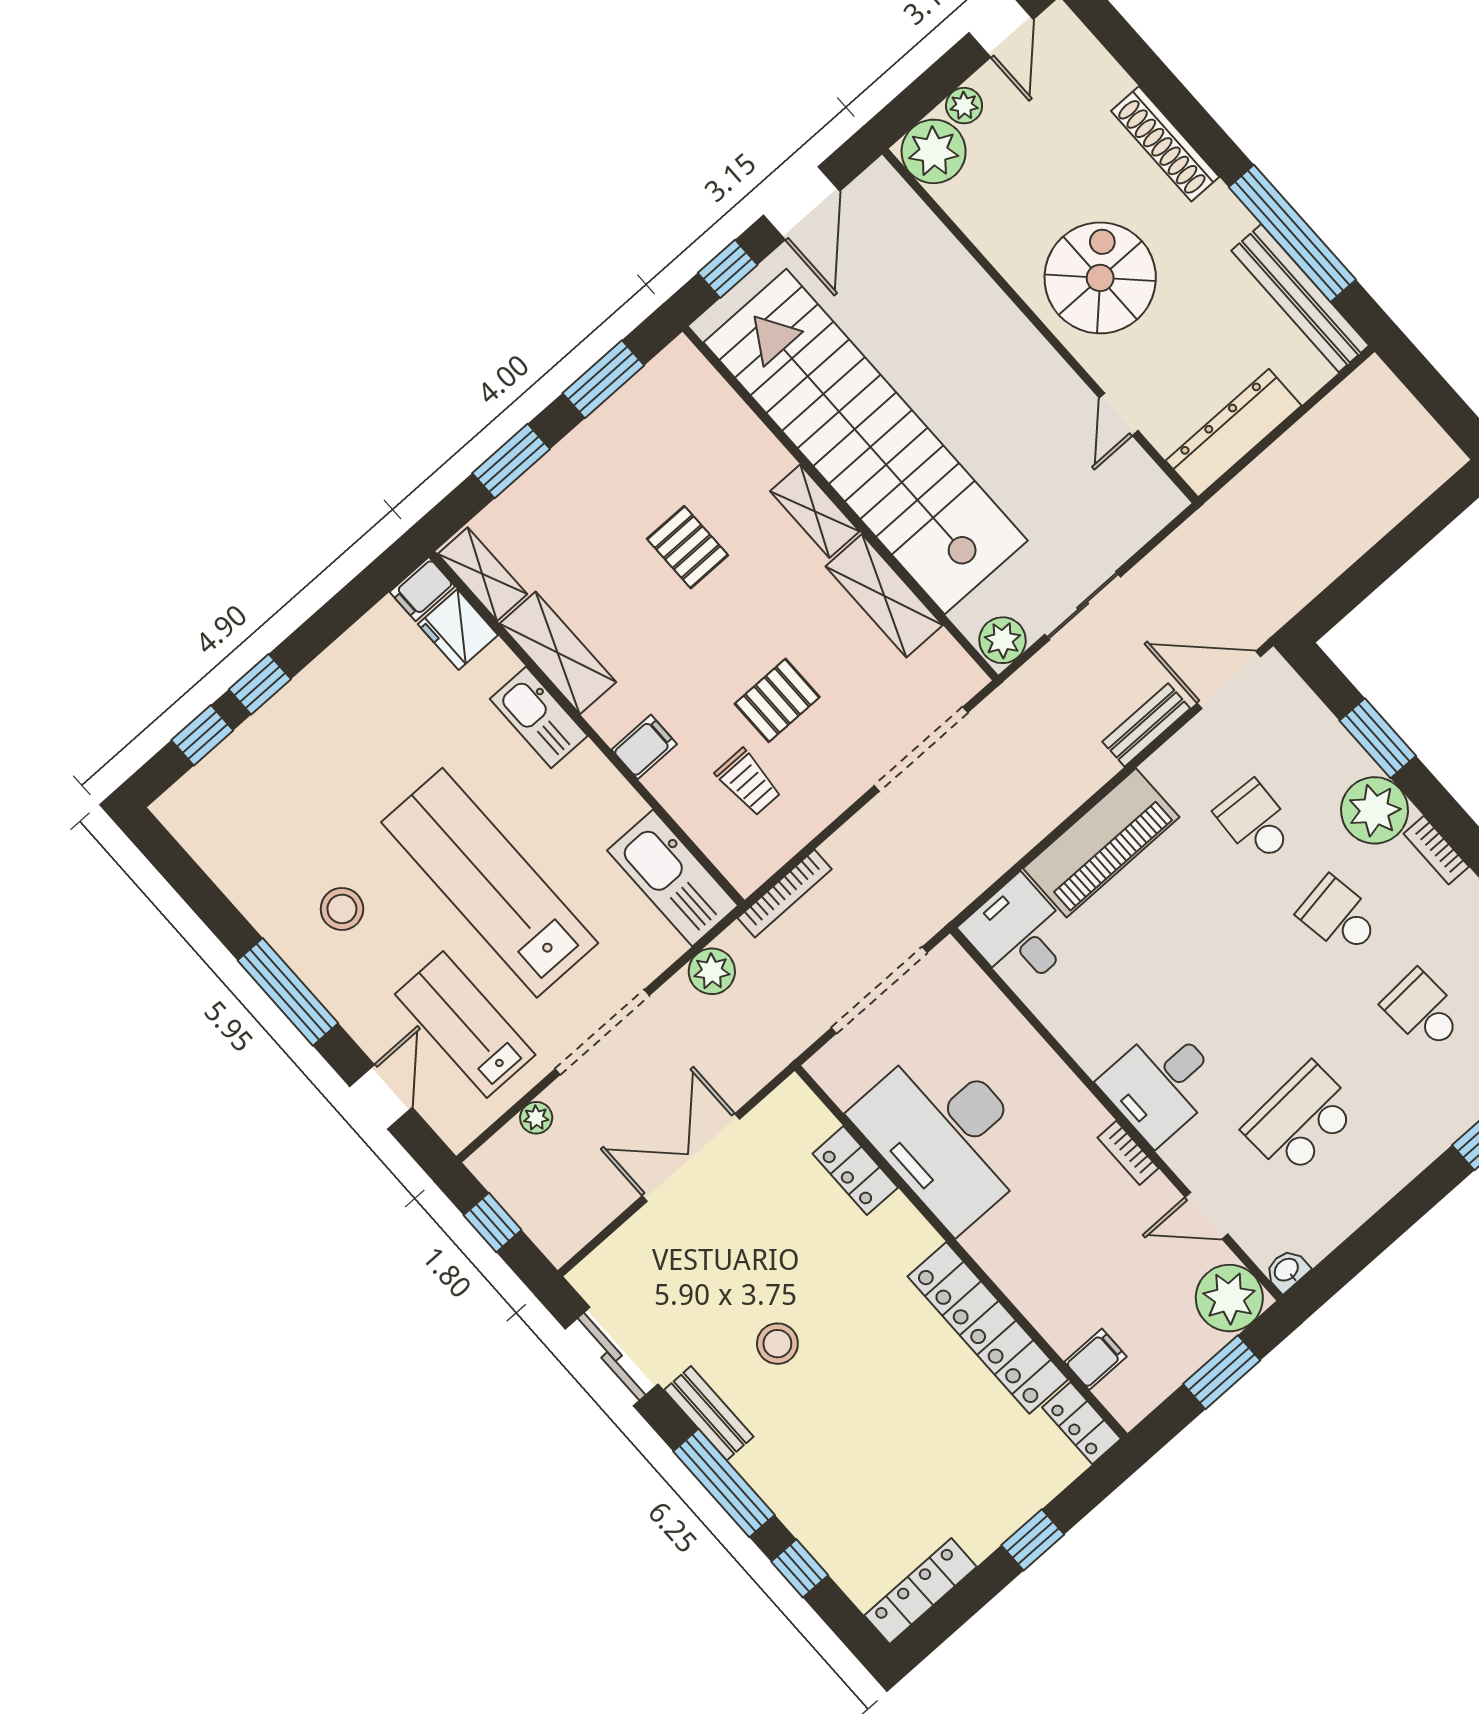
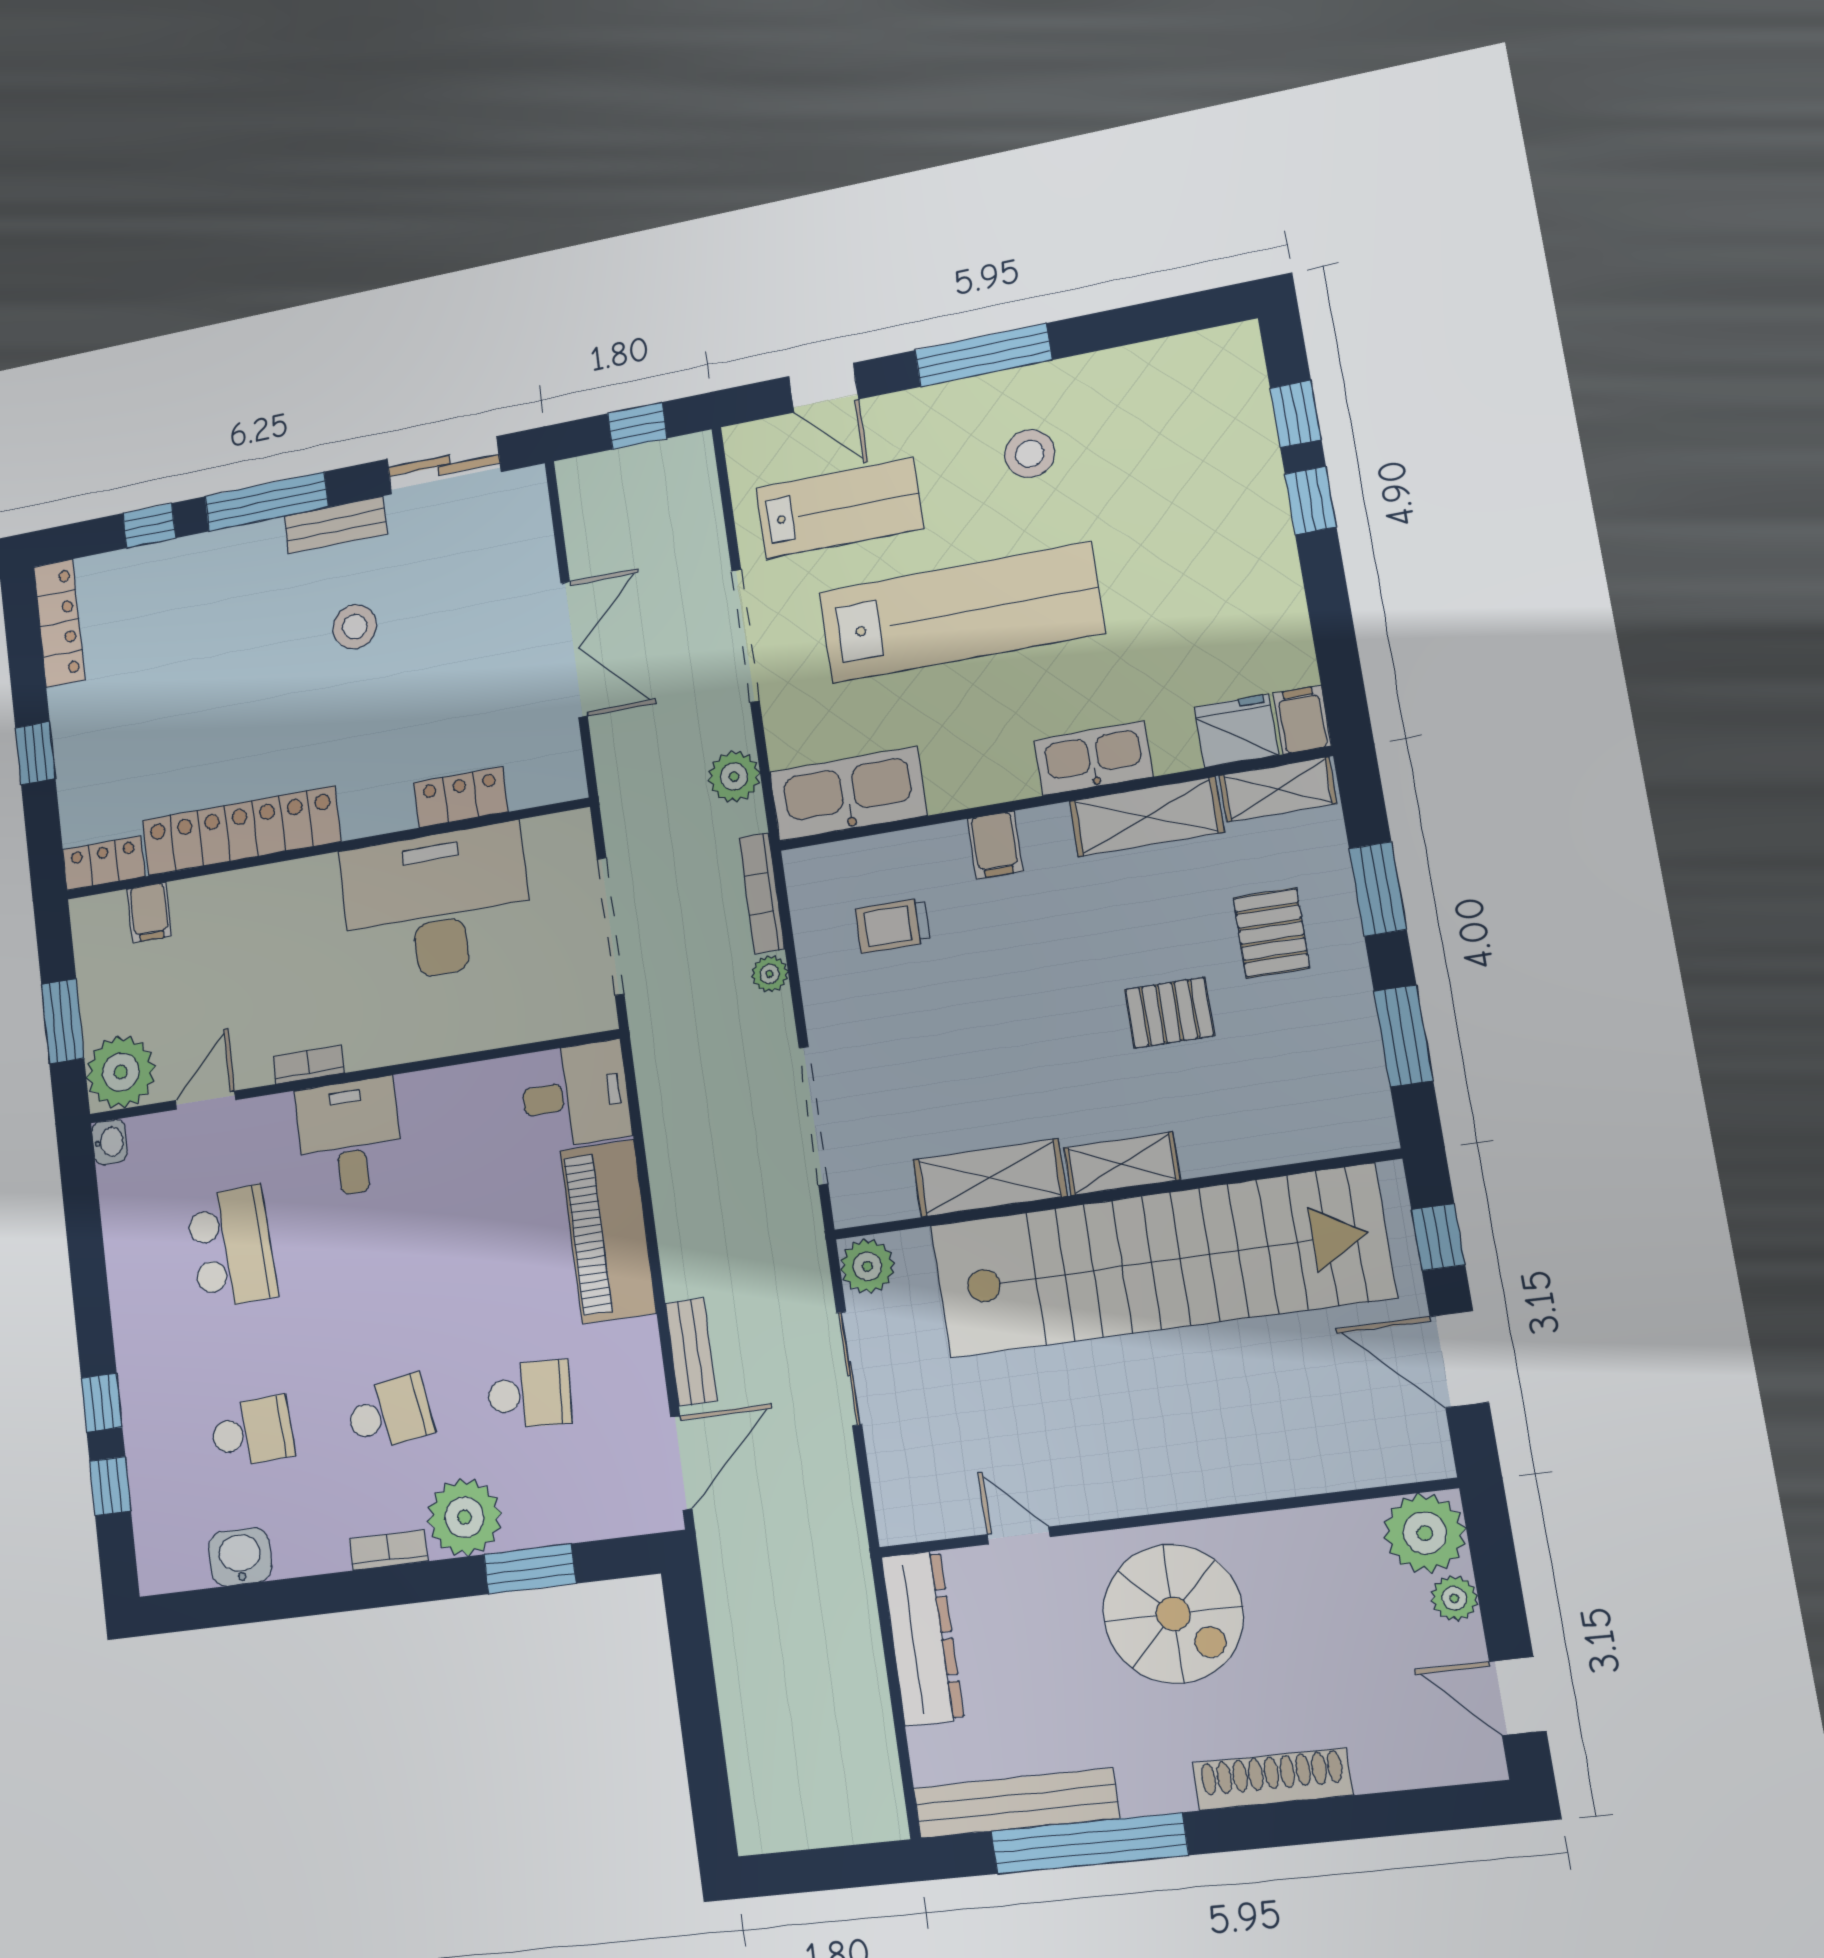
pallet: (777, 700) -> (1271, 933), moved
plant: (536, 1118) -> (770, 974), moved

